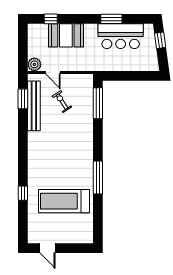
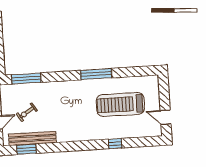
treadmill: (64, 201) -> (120, 104), turned 90
door: (47, 248) -> (166, 117), swing flipped

